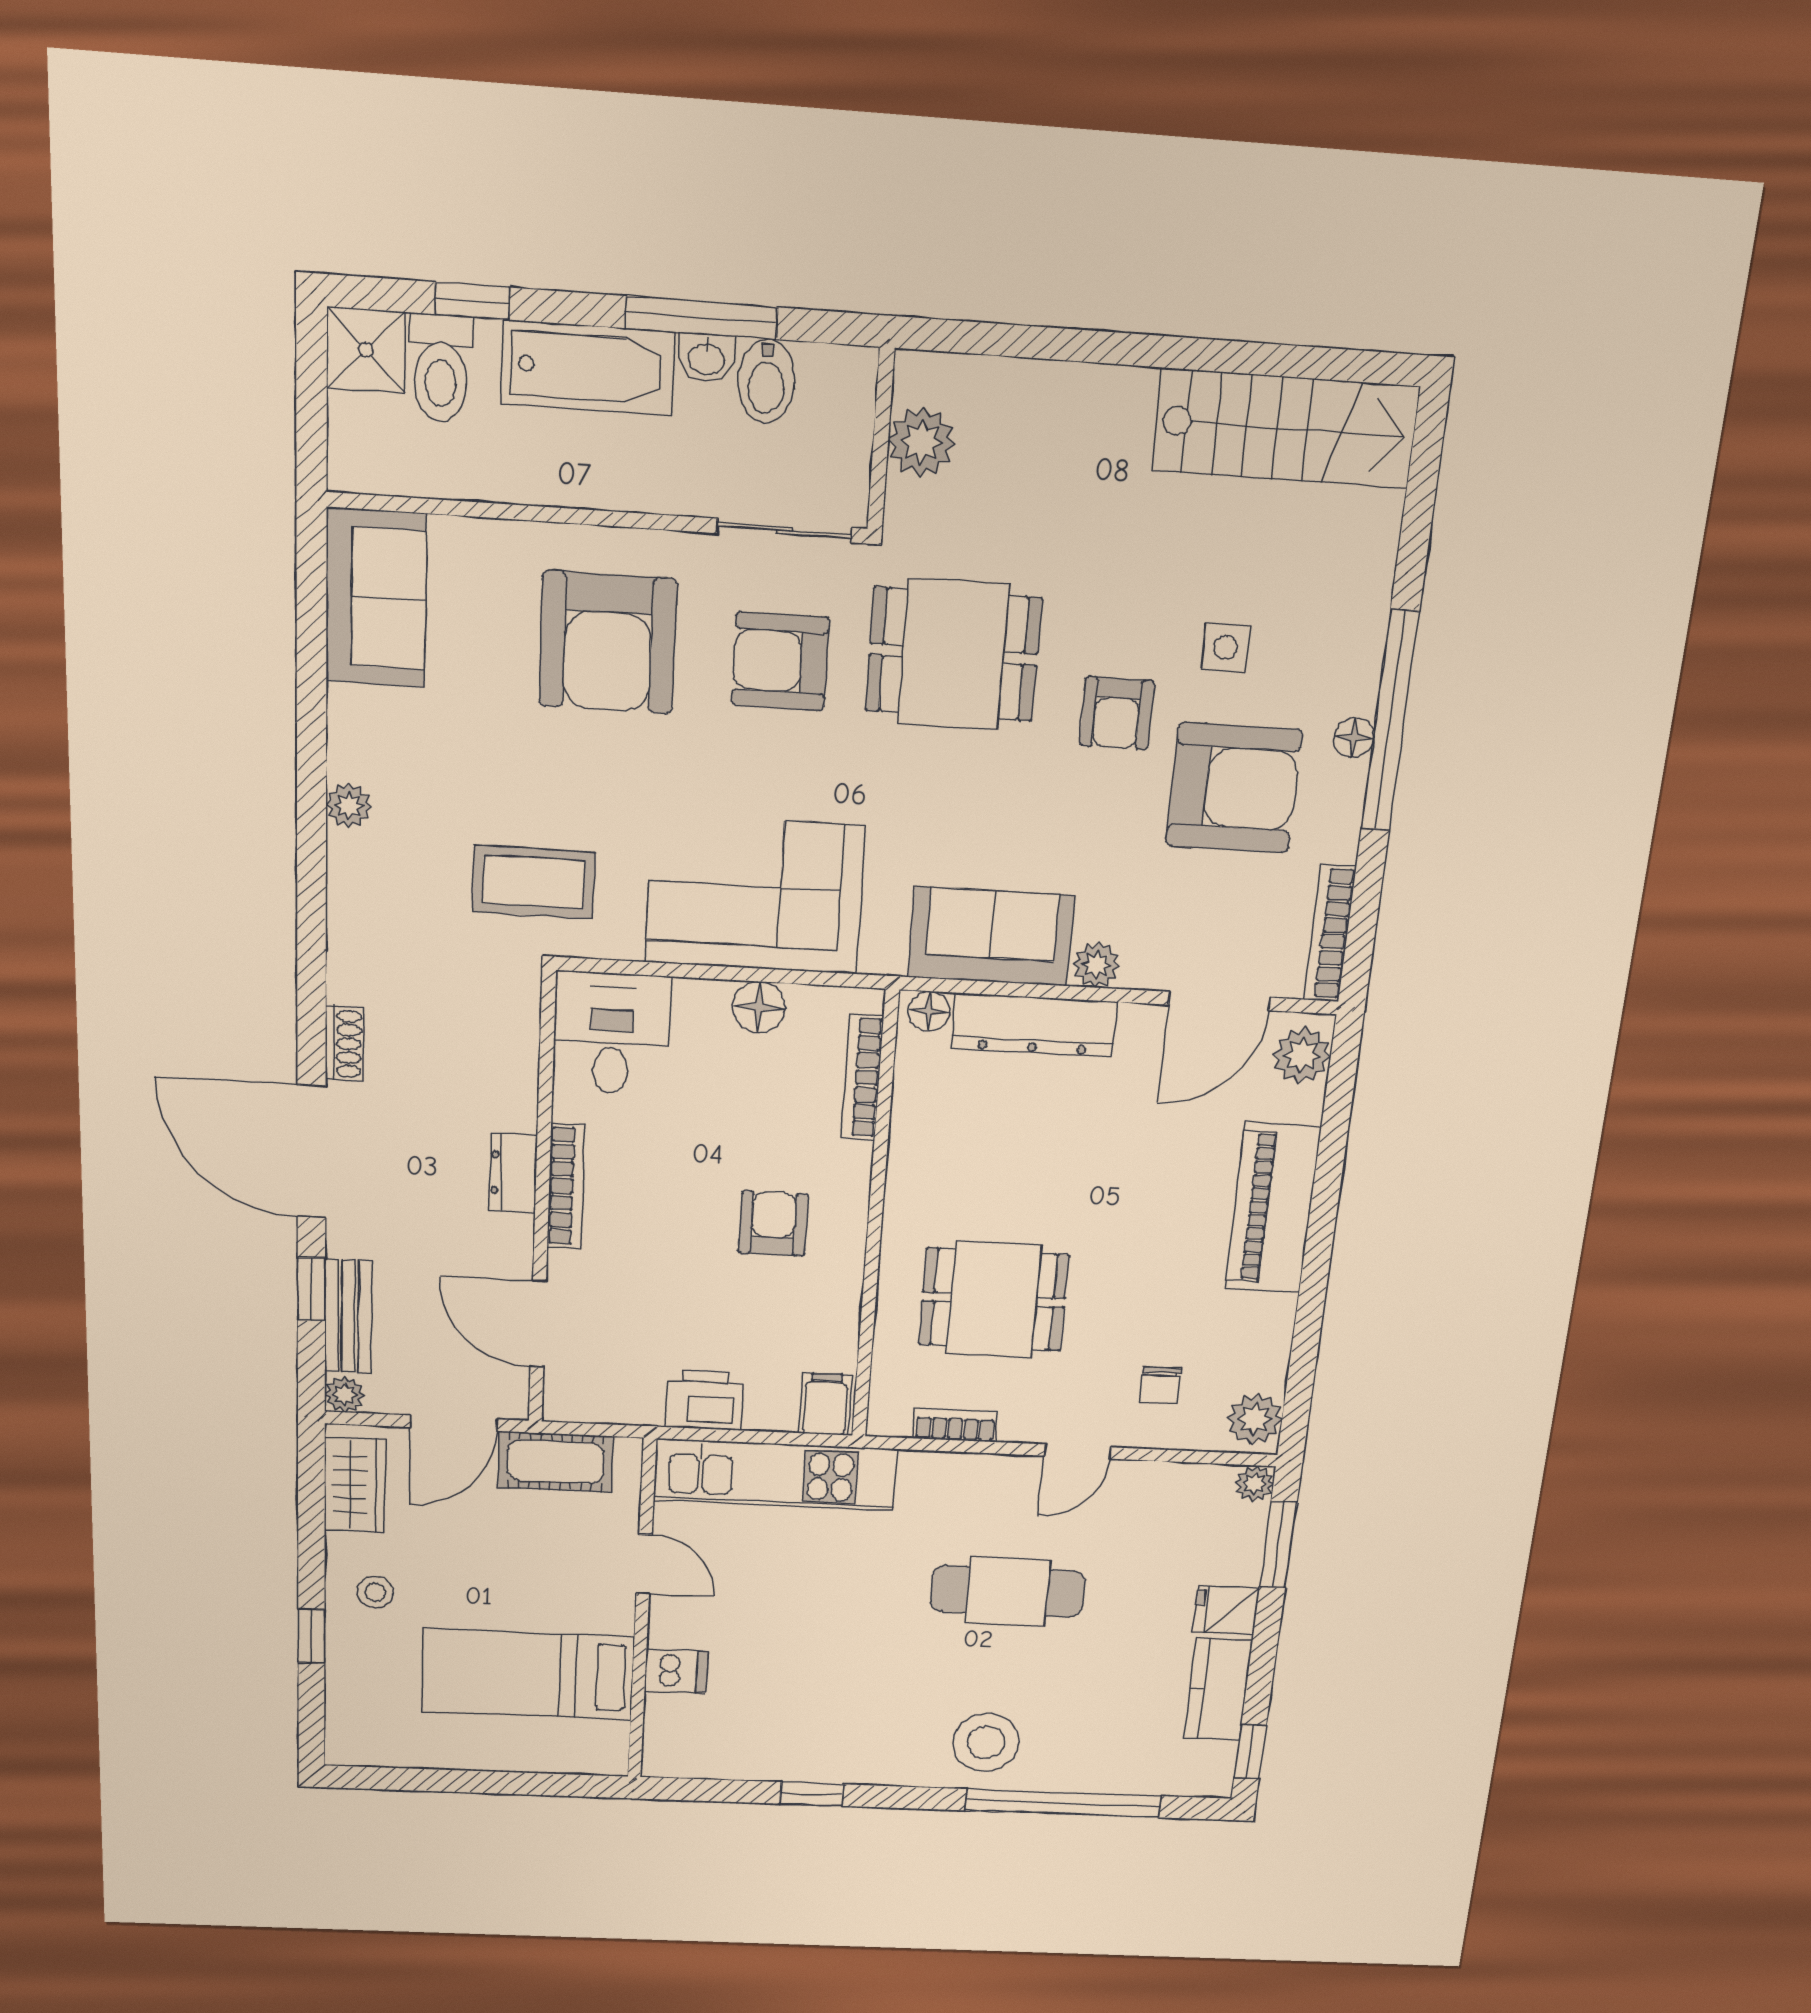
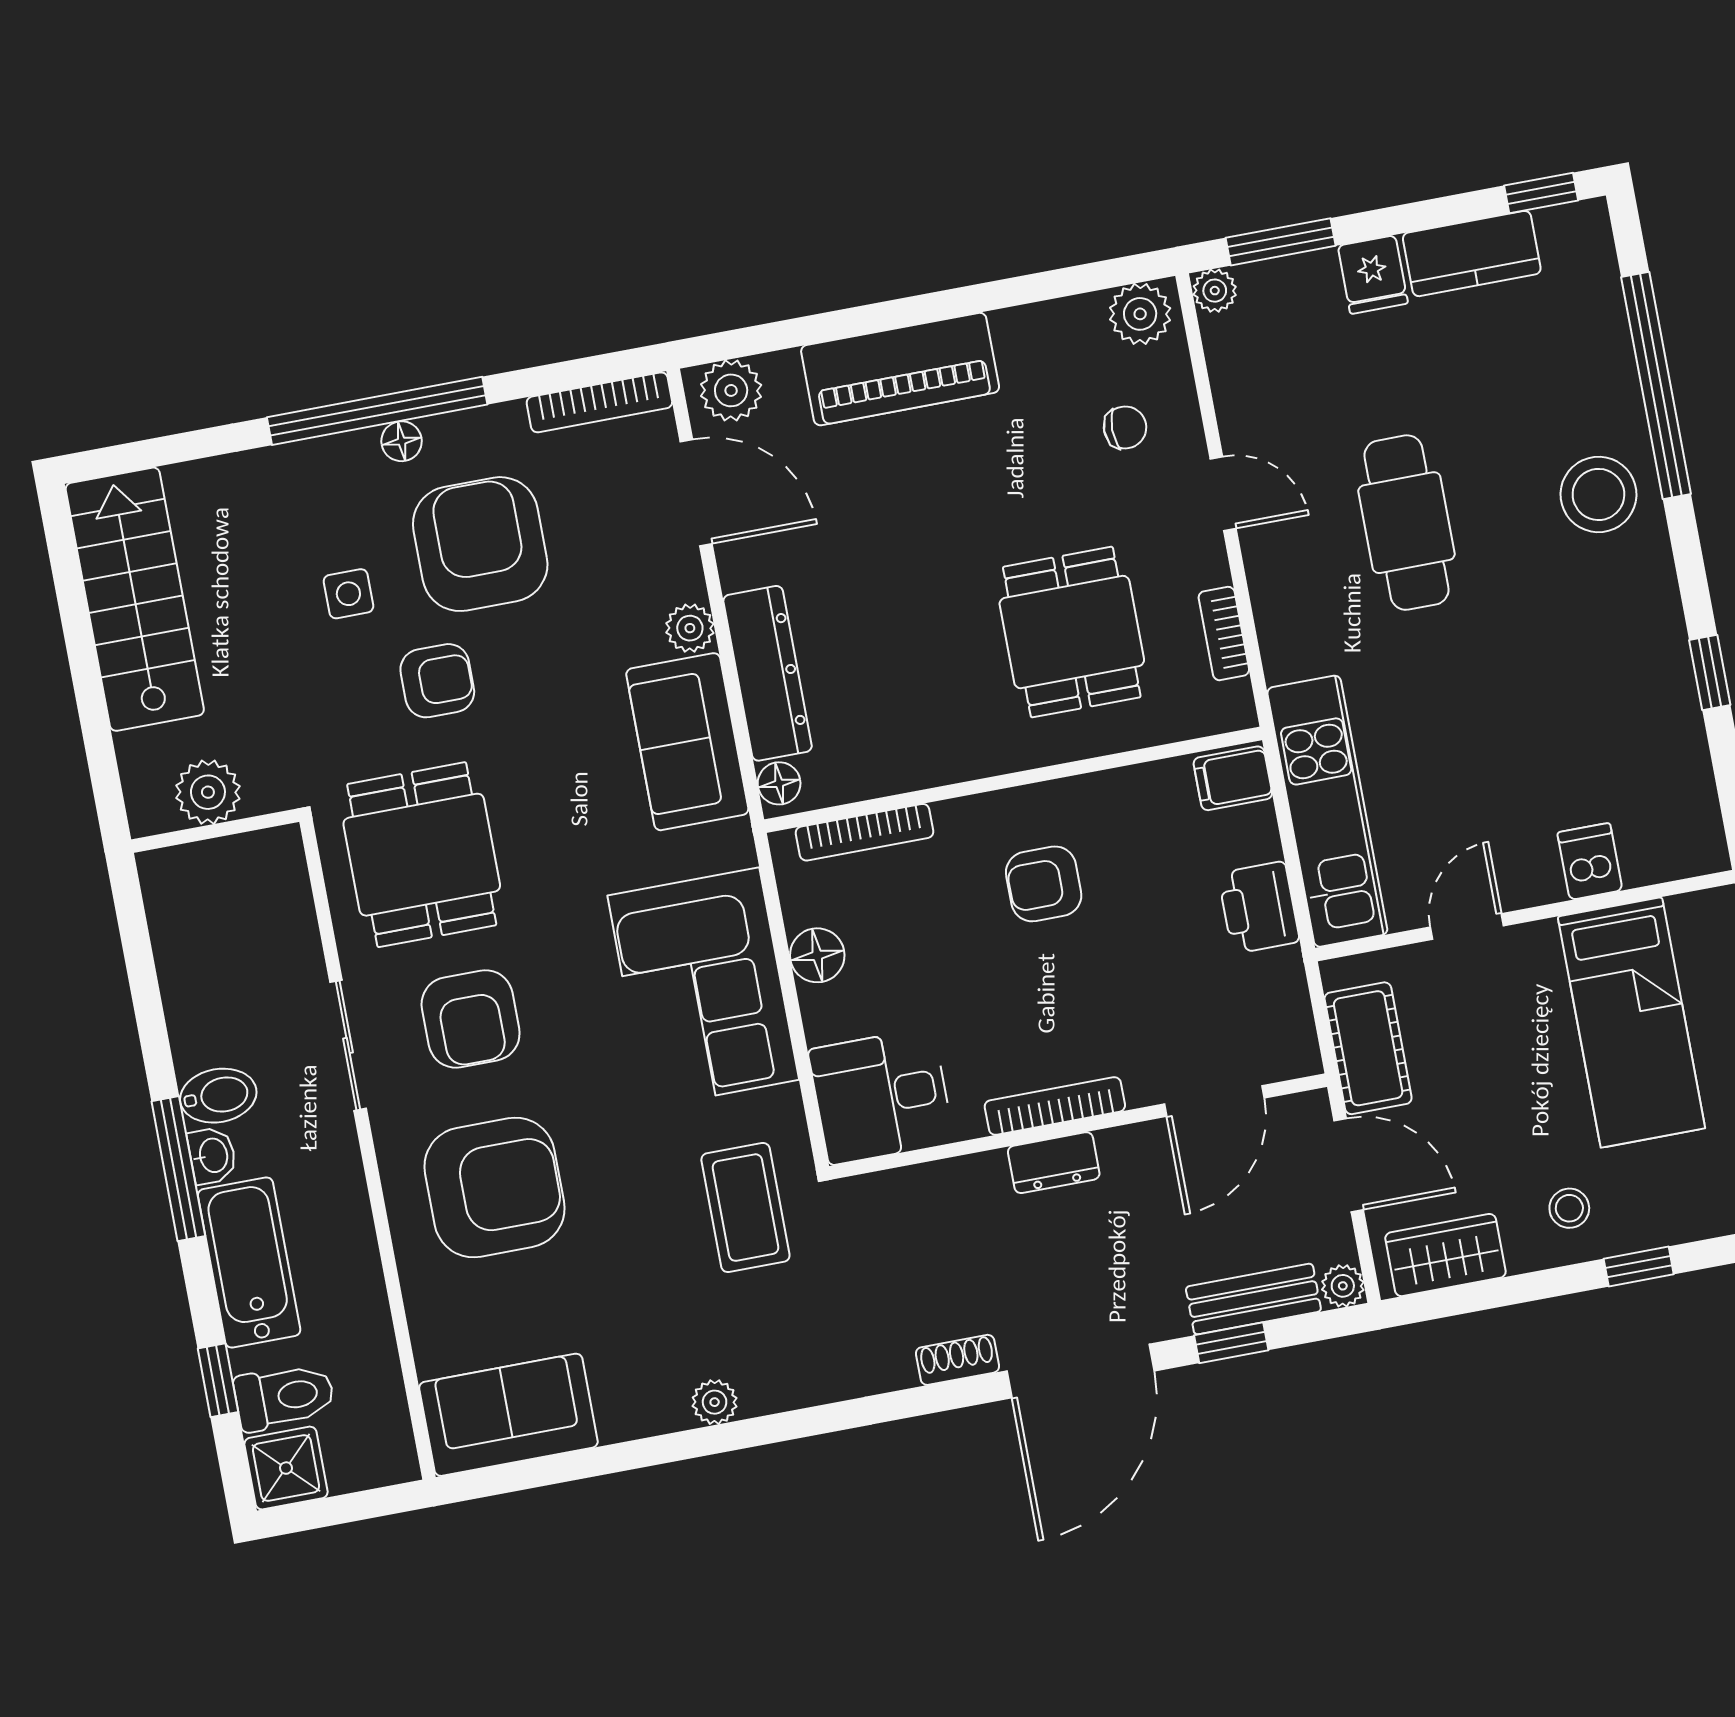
wall: (881, 439) -> (215, 831), moved
plant: (922, 442) -> (208, 792), moved

